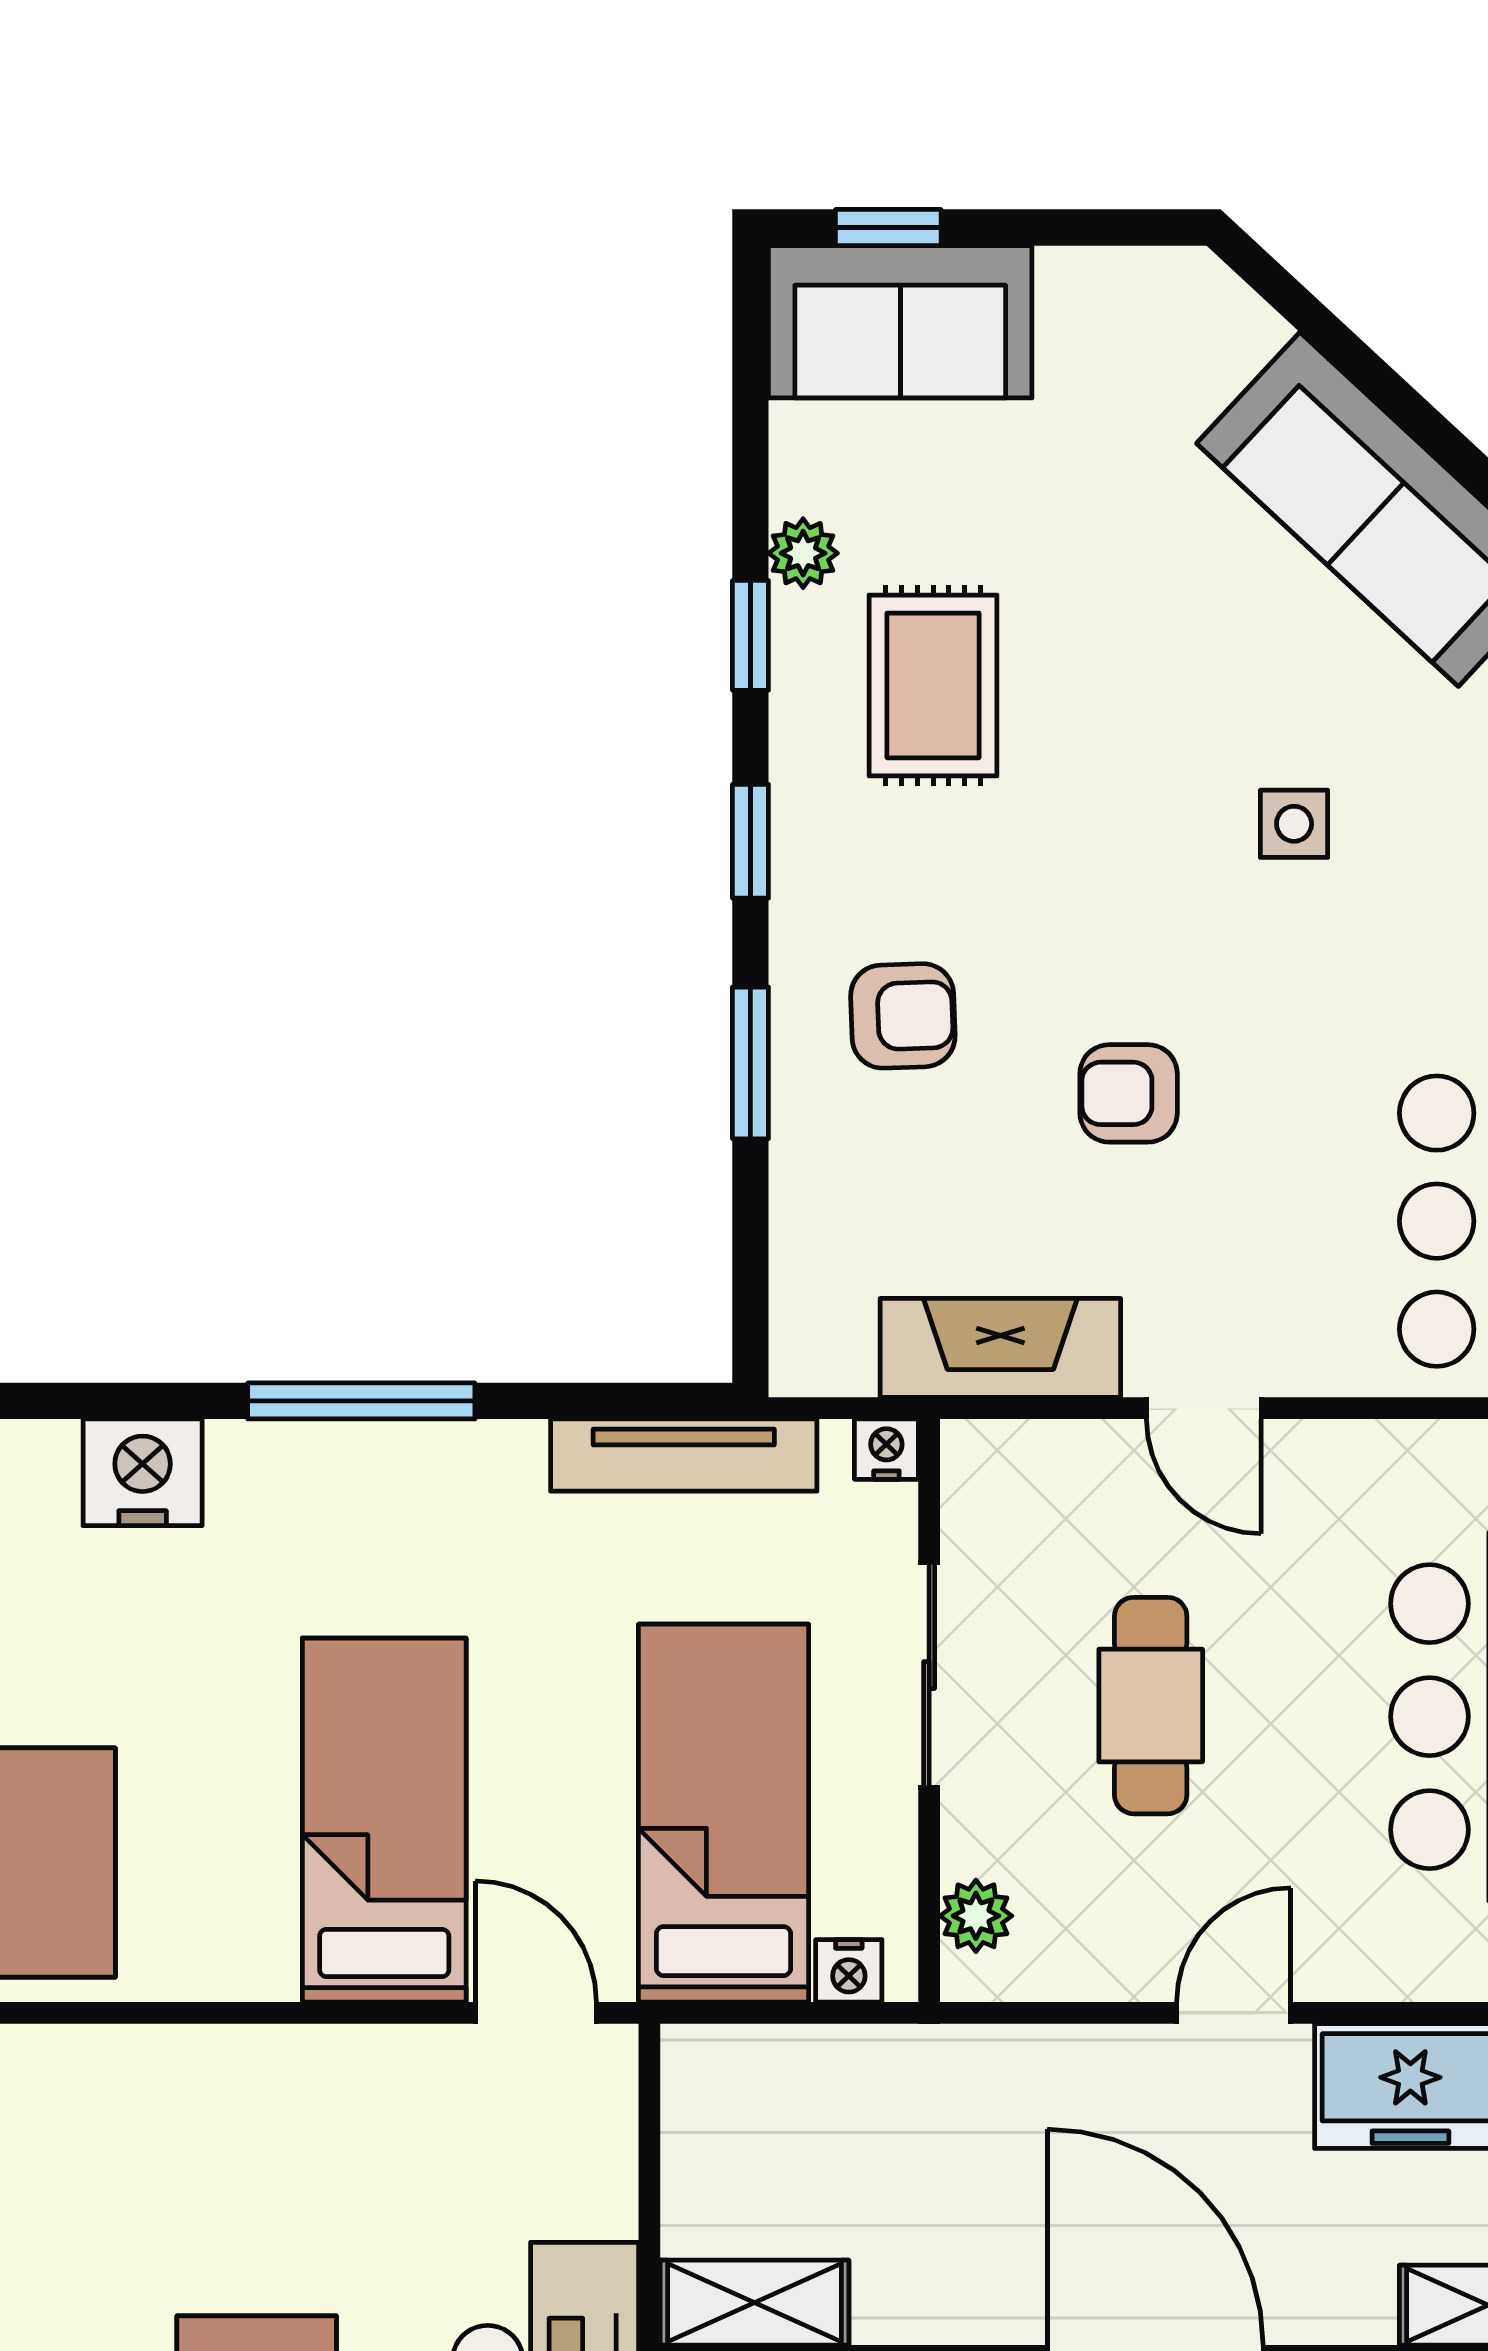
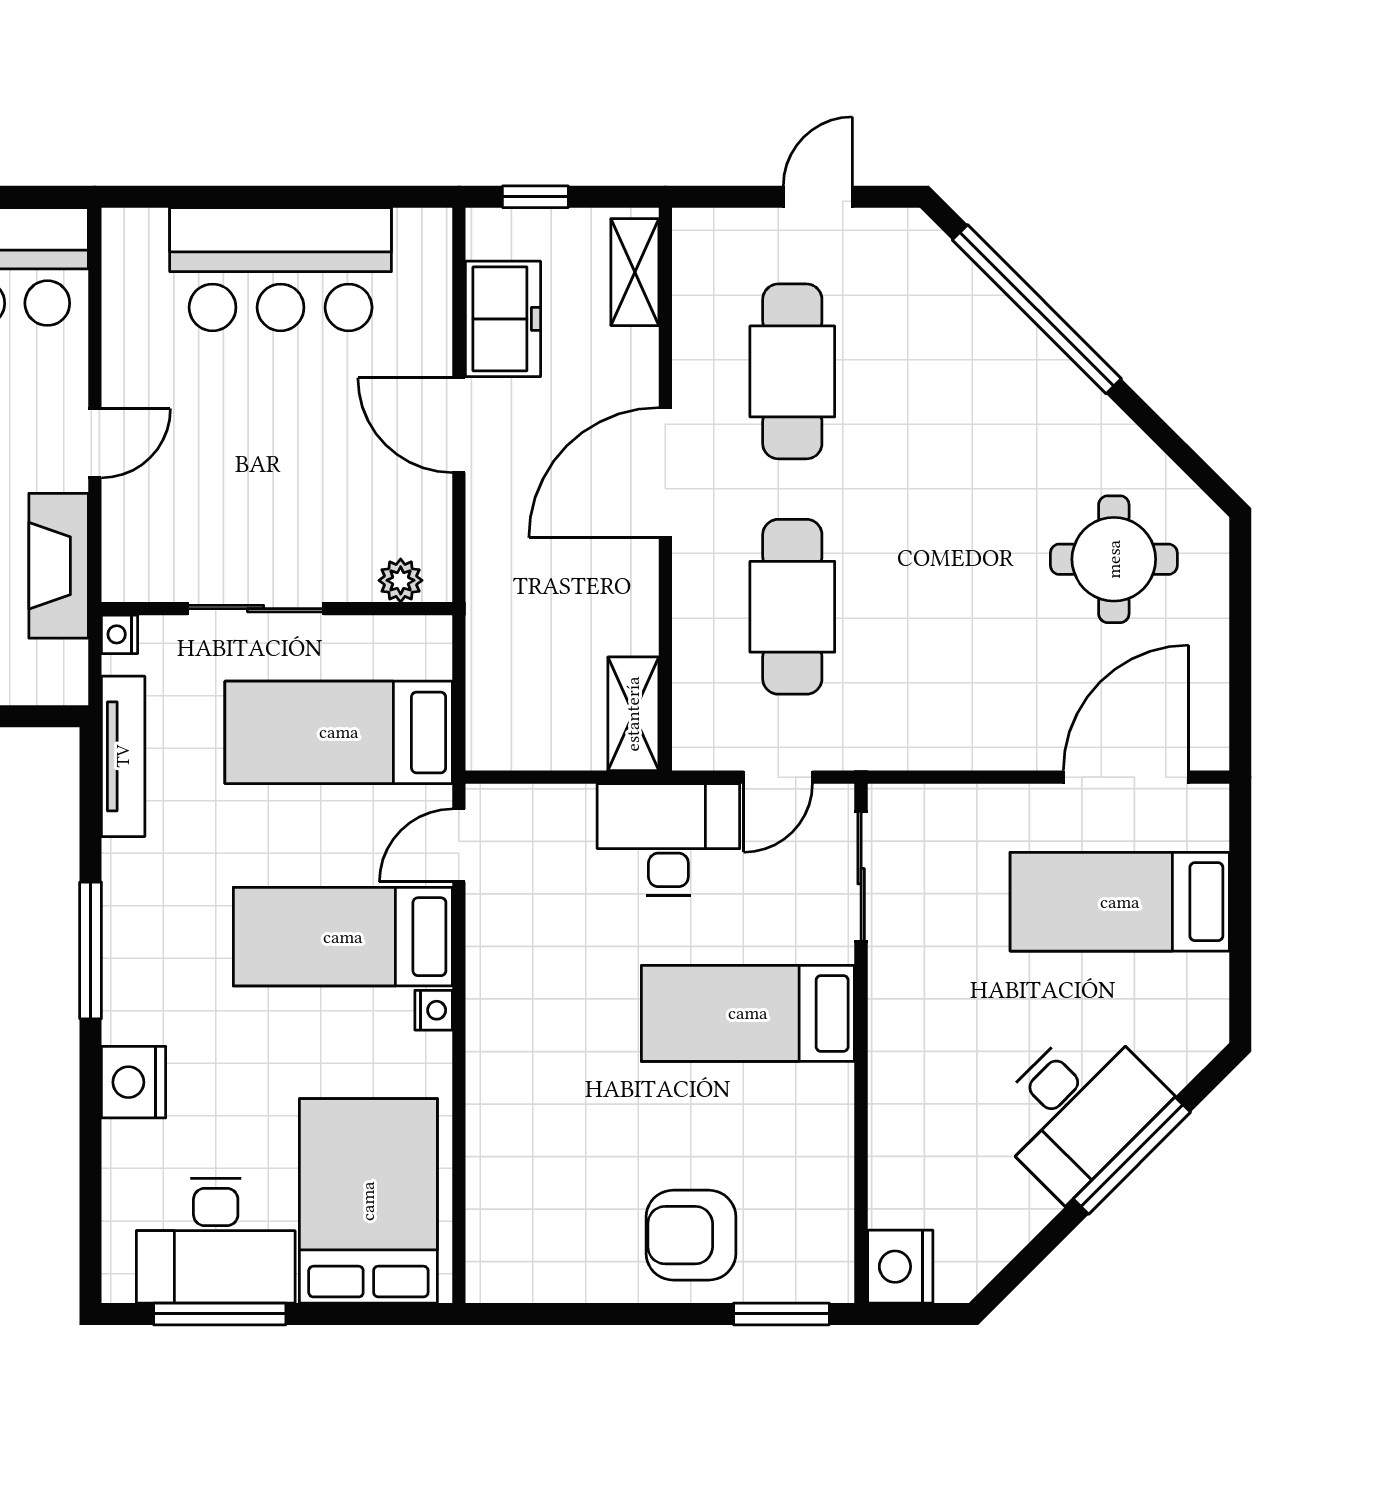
cafe table: (1151, 1706) -> (274, 475), removed
nightstand: (849, 1971) -> (434, 1010), moved
door: (1234, 2013) -> (459, 425), width x1.38

